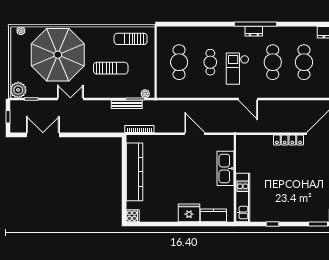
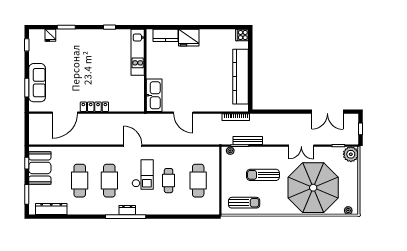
kitchen sink: (225, 168) -> (154, 95), moved

